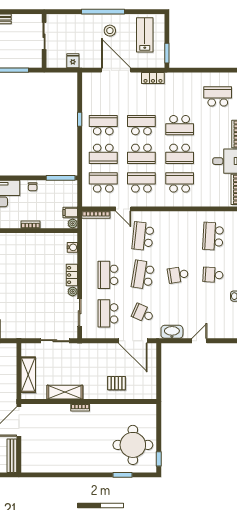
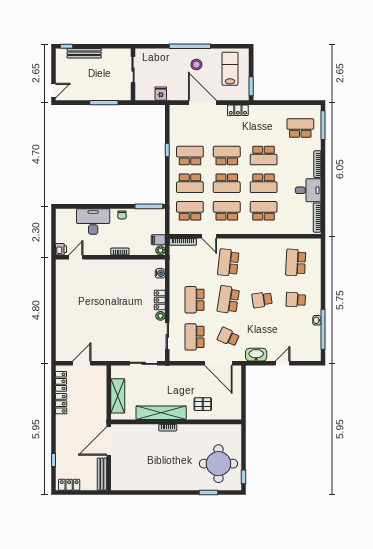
shelving: (65, 392) -> (161, 413), width x1.47

